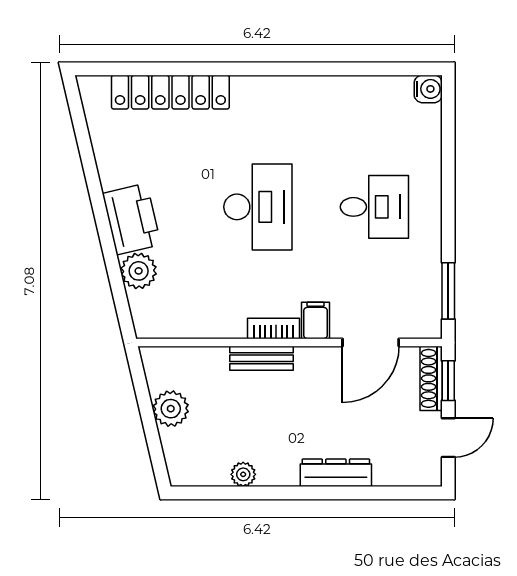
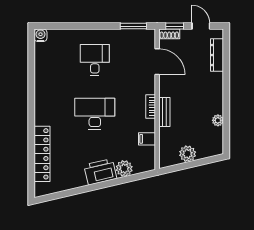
filing cabinet: (316, 320) -> (147, 139), moved
shoe rack: (431, 378) -> (169, 34), width x0.70
dresser: (336, 473) -> (217, 55), moved

